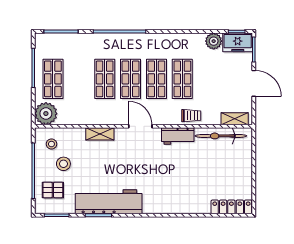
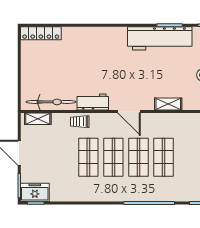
plant: (214, 41) -> (58, 194), removed

